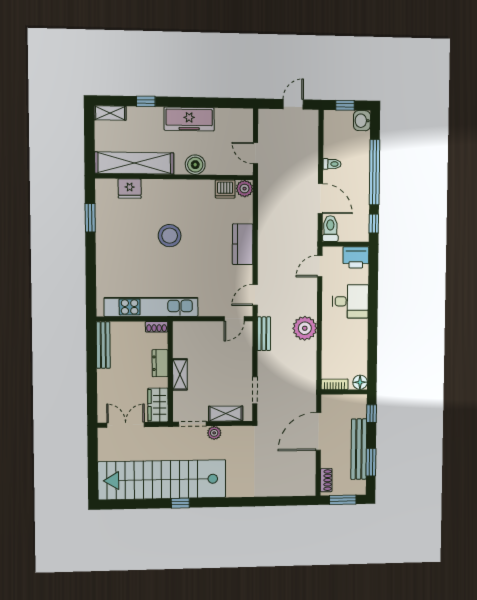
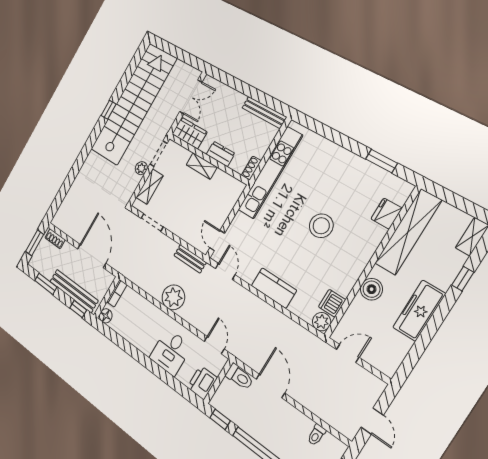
toilet: (332, 164) -> (316, 435), moved
door: (320, 199) -> (270, 386), swing flipped
bench: (359, 449) -> (74, 291), moved

